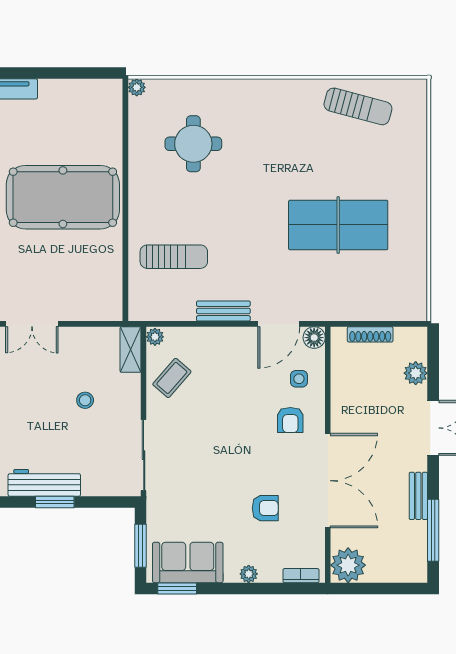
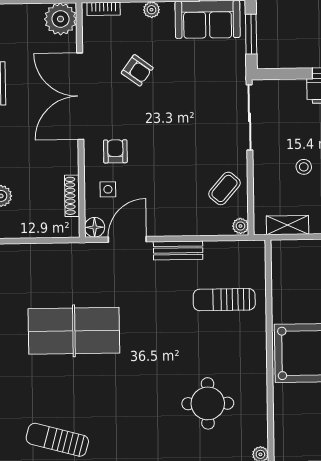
shoe rack: (370, 334) -> (72, 196), moved, turned -90
shelving: (130, 350) -> (288, 225), moved, turned 90
armchair: (265, 508) -> (137, 70), turned -144

